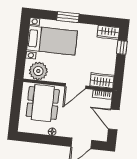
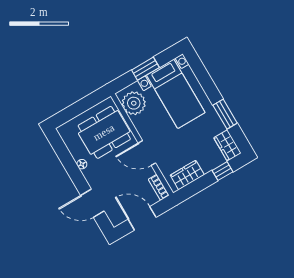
window: (68, 17) -> (225, 114), moved
window: (22, 48) -> (145, 69), added
wardrobe: (102, 81) -> (187, 175), moved, turned -90
door: (114, 119) -> (142, 218), hinge flipped

